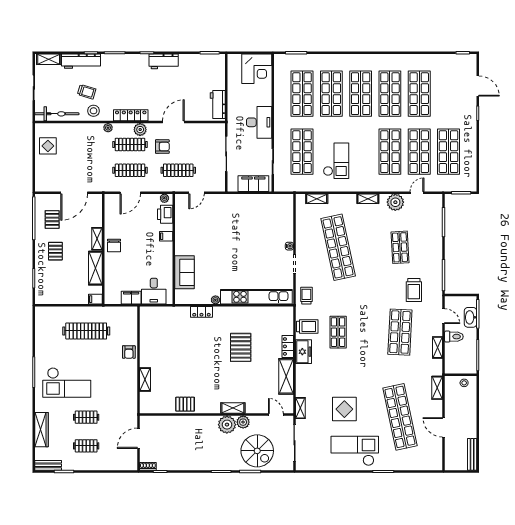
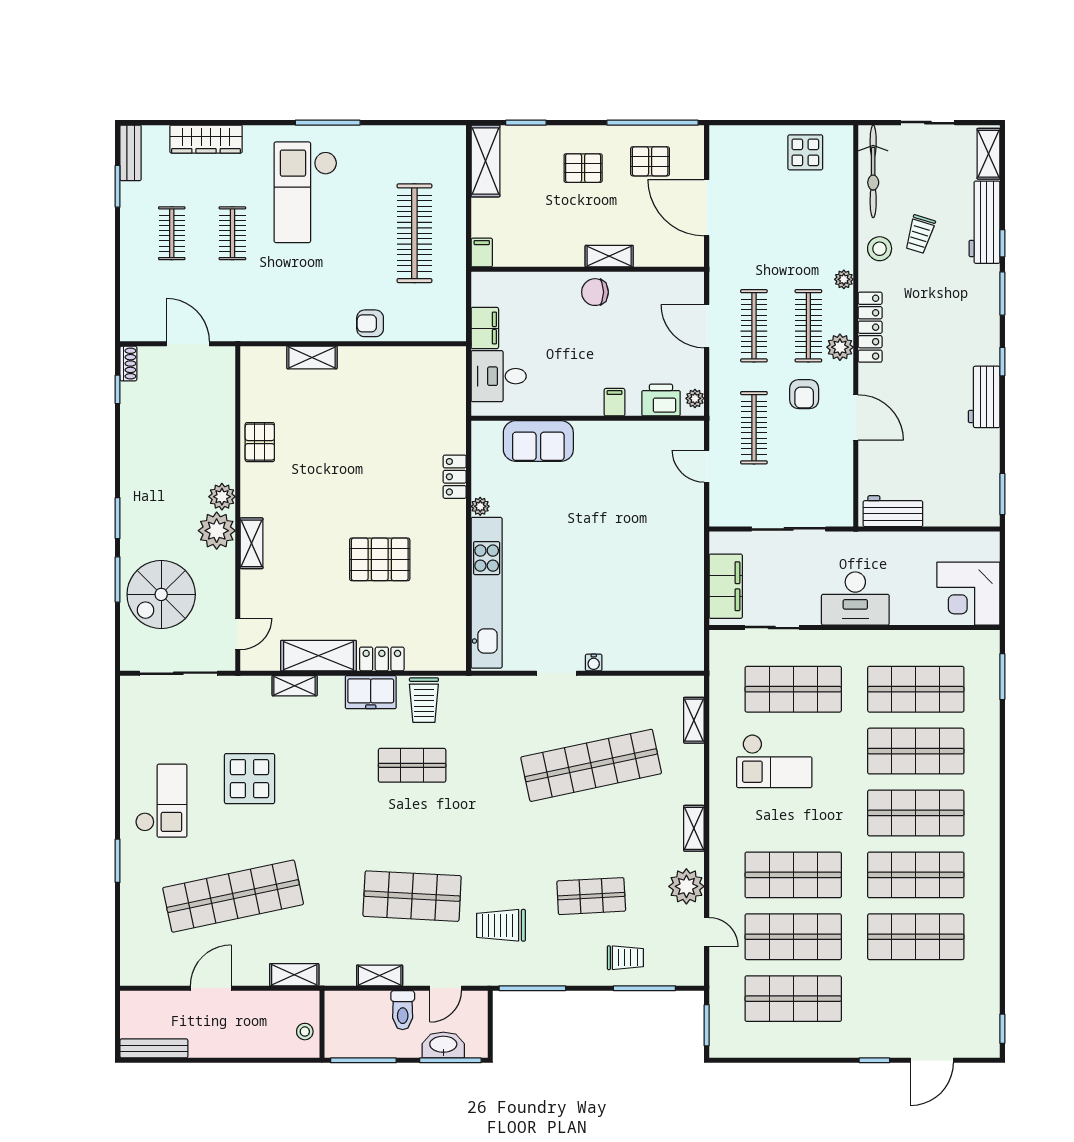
shelving: (95, 268) -> (485, 161), moved, turned 90
trolley: (306, 296) -> (625, 958), moved
shelving: (300, 408) -> (295, 686), moved
plant: (243, 422) -> (222, 497), moved
checkout: (355, 451) -> (161, 801), width x0.73, depth x0.83

